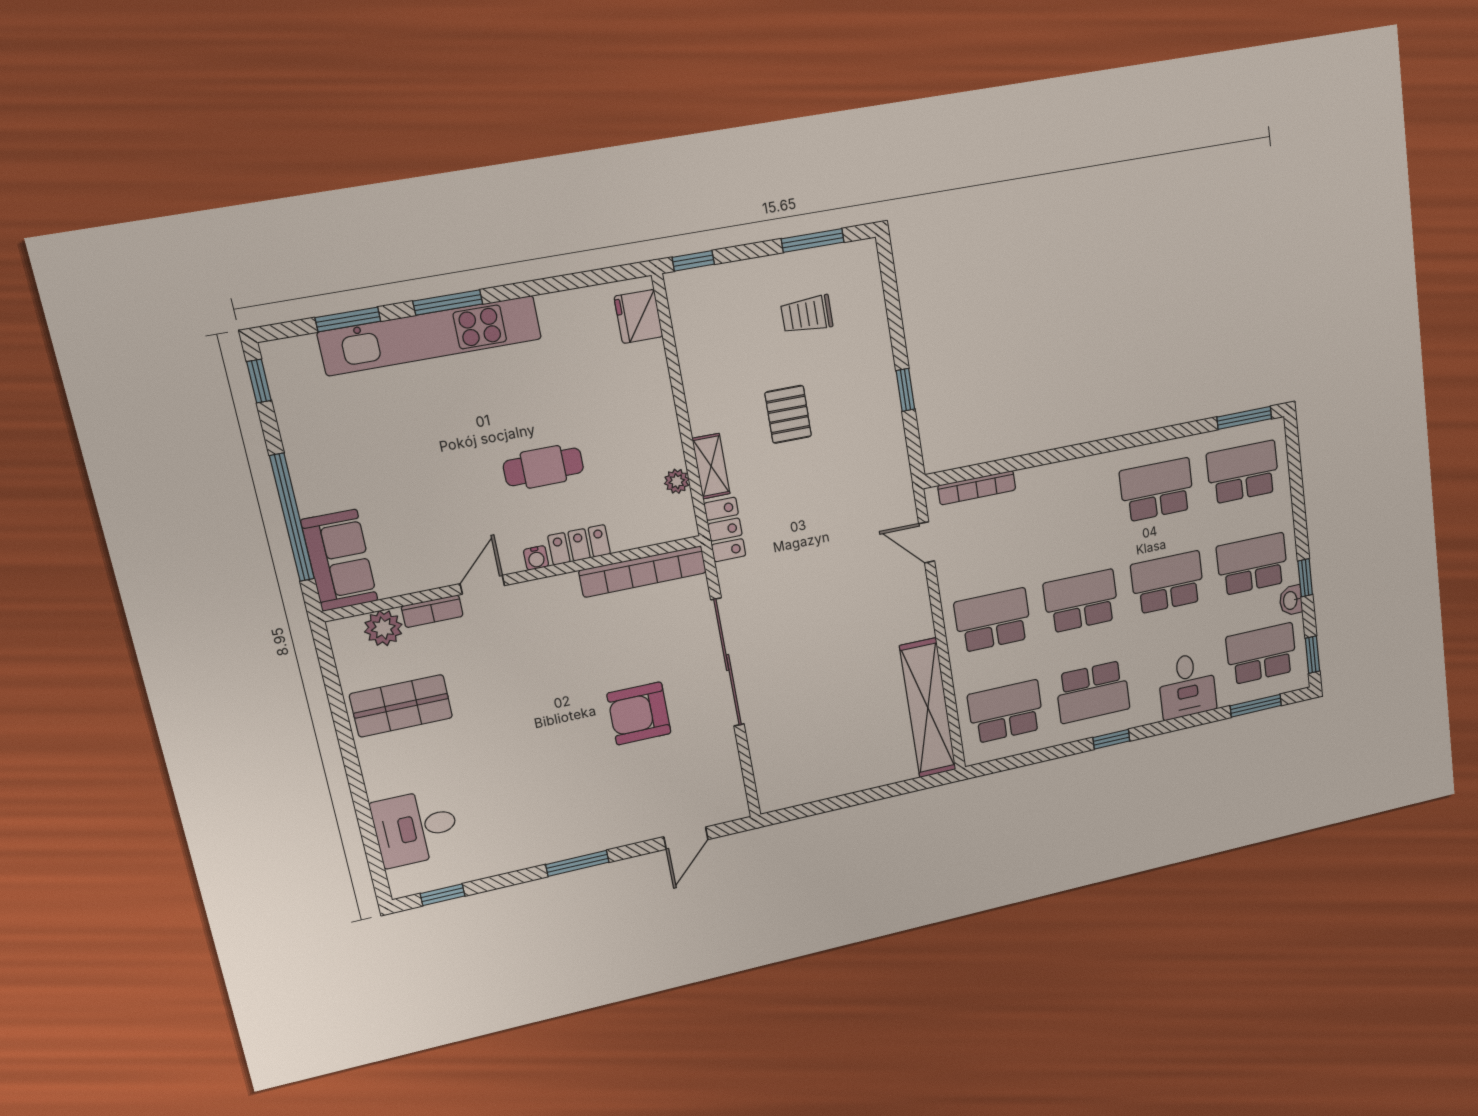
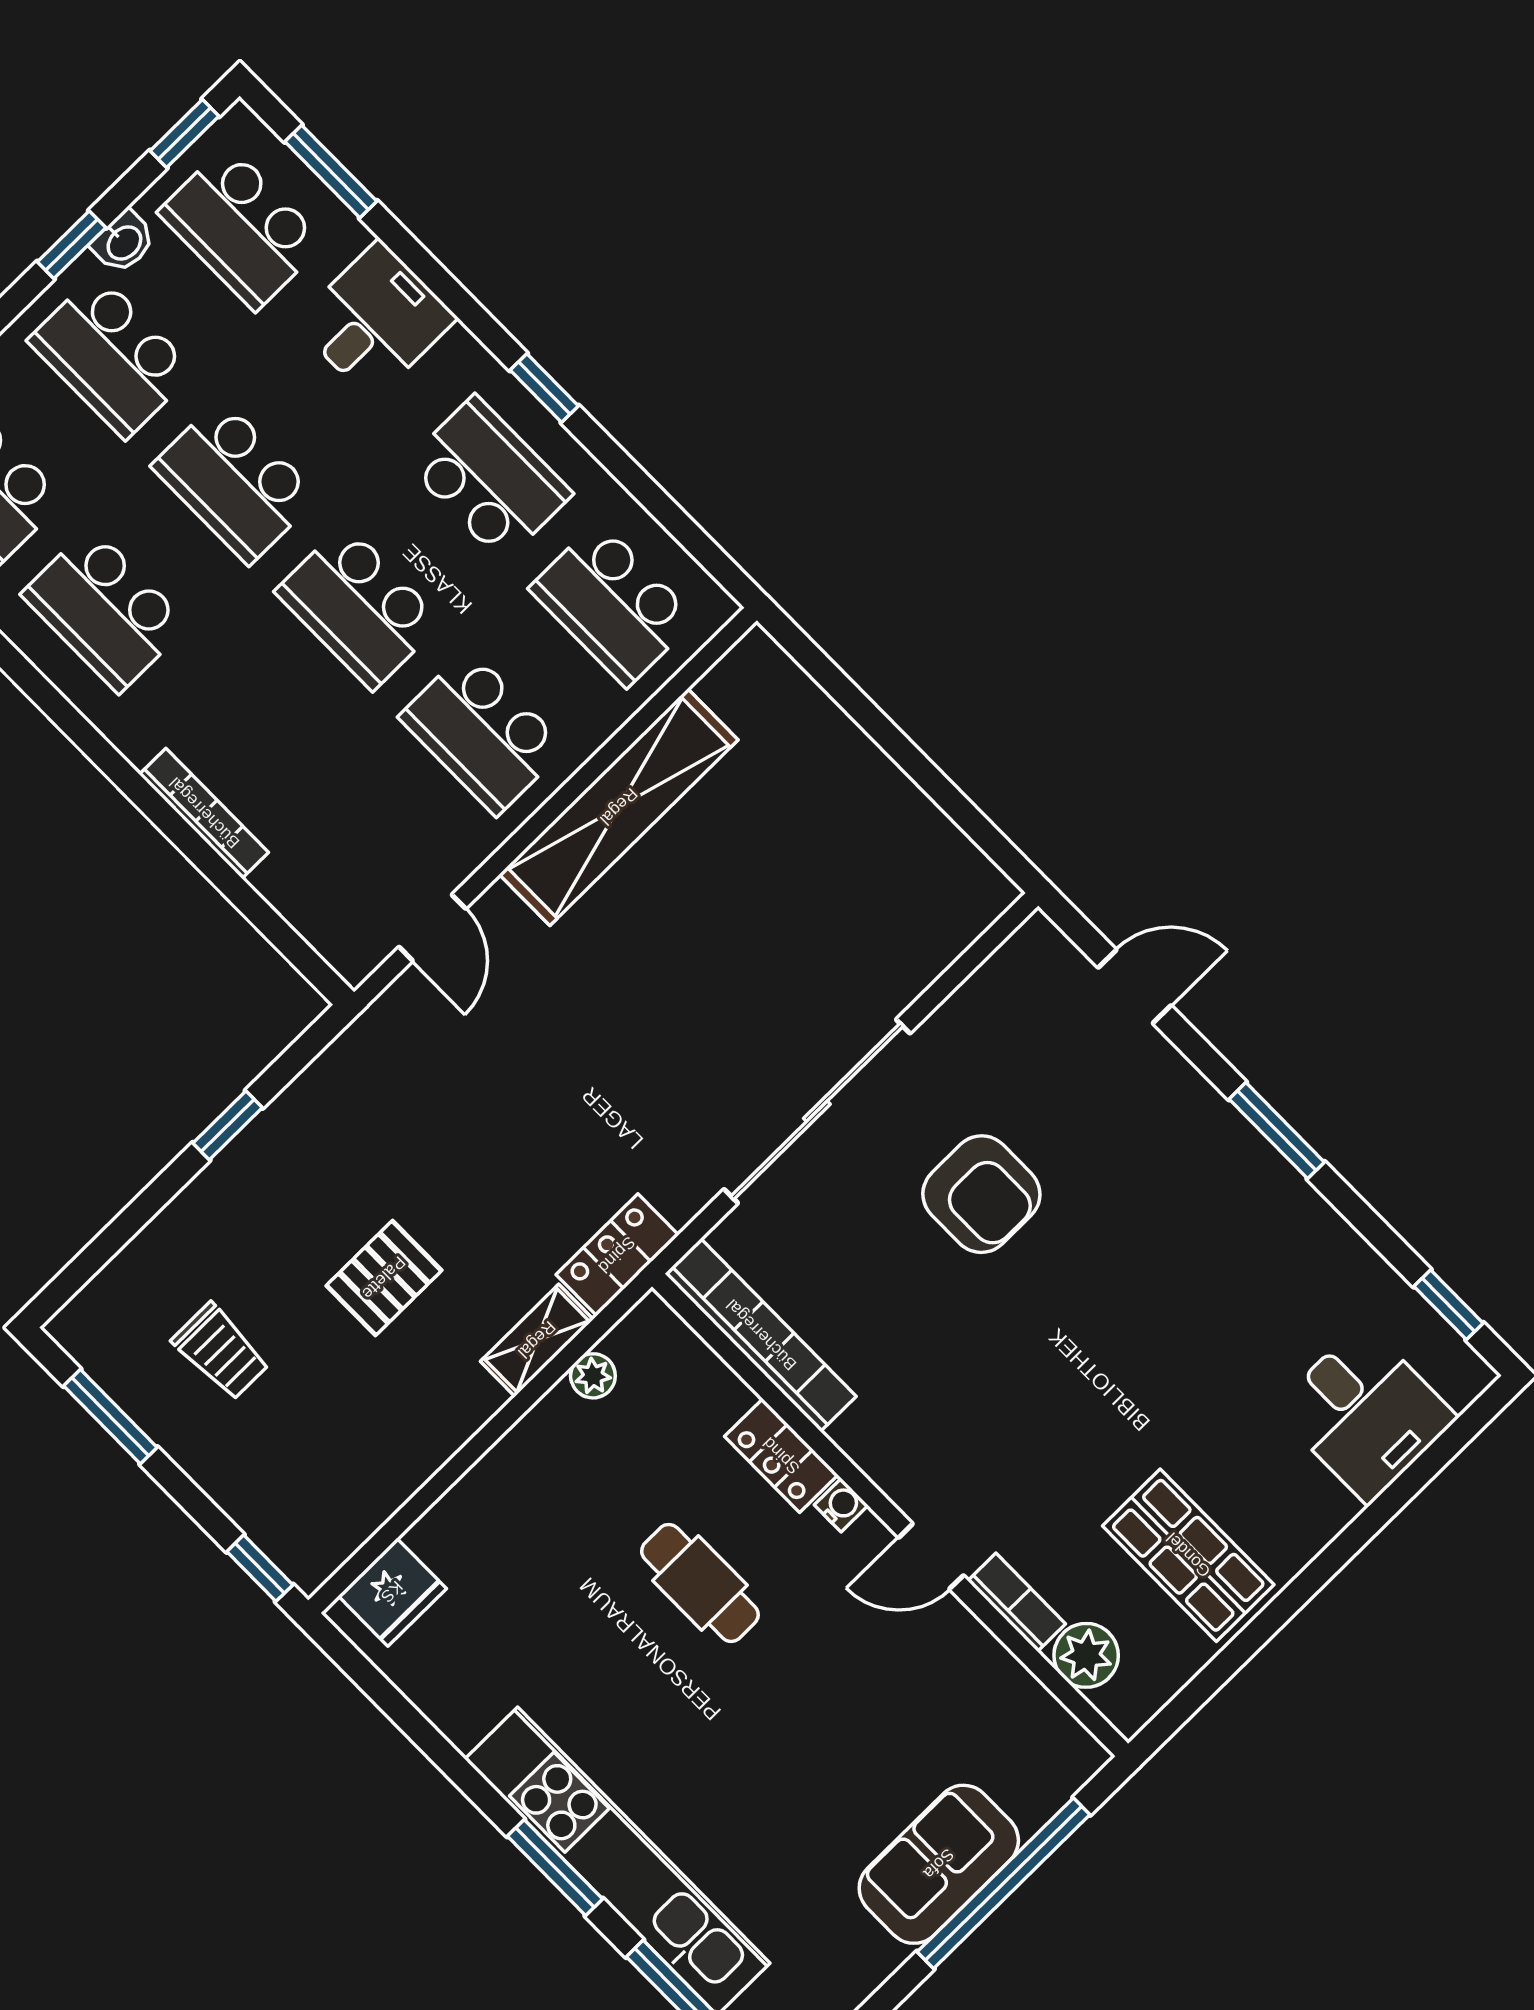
bookcase: (977, 488) -> (204, 813), moved
sofa: (339, 560) -> (939, 1864), moved
shelving: (928, 708) -> (619, 807), moved

